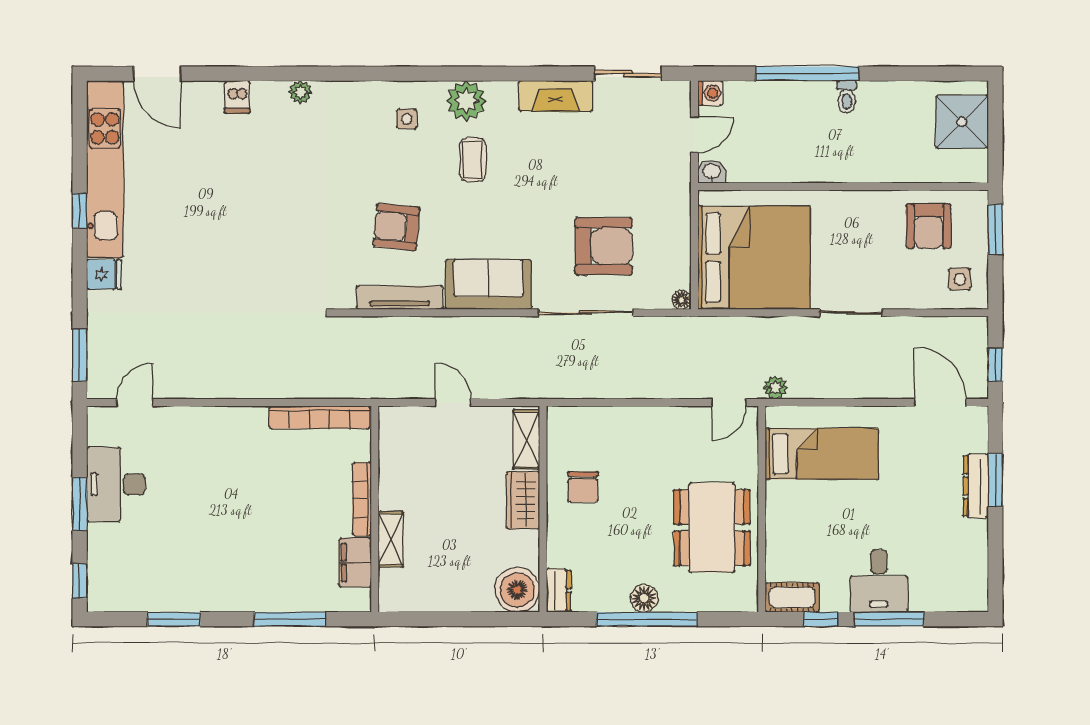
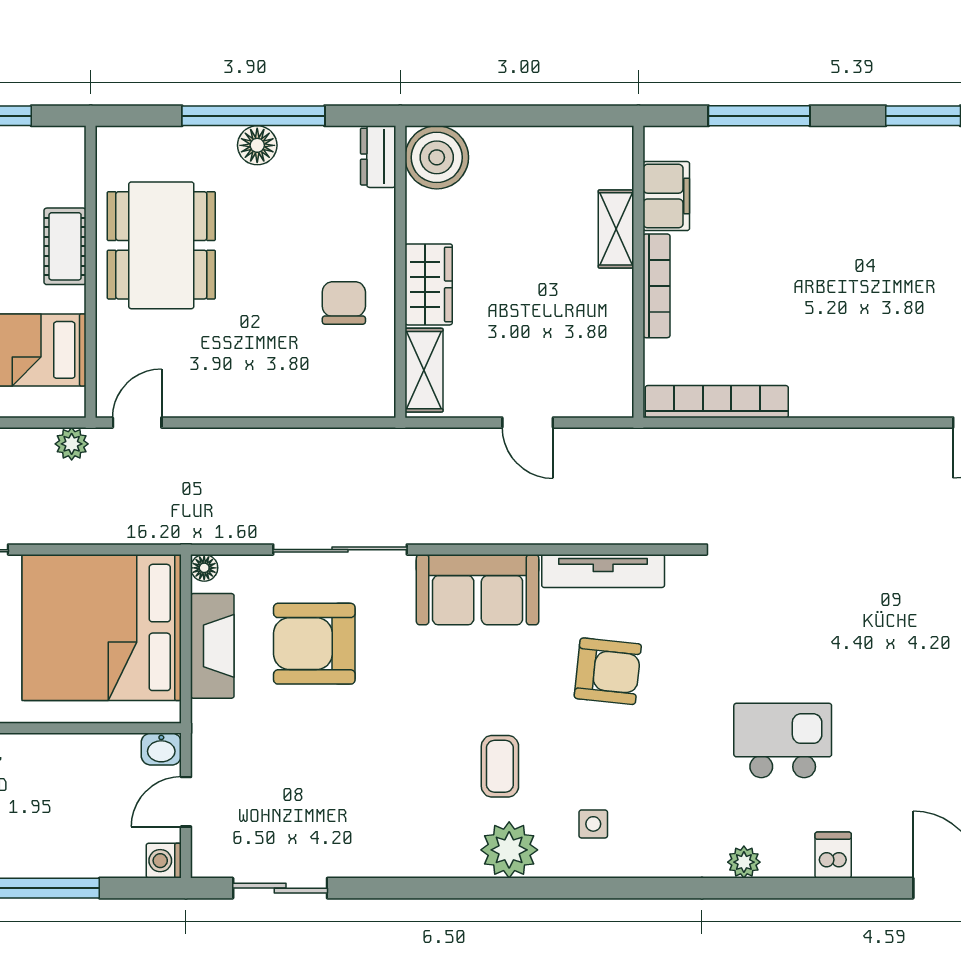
fireplace: (556, 96) -> (212, 646), moved, turned 90
kitchen island: (273, 178) -> (783, 740), added
cot: (792, 597) -> (65, 246), moved, turned 90

